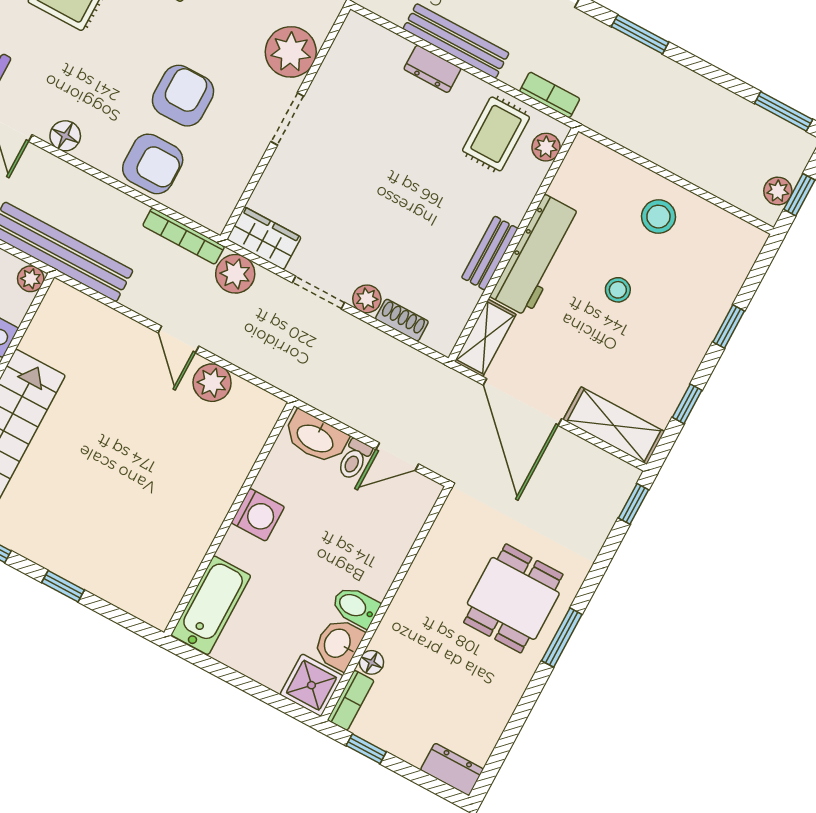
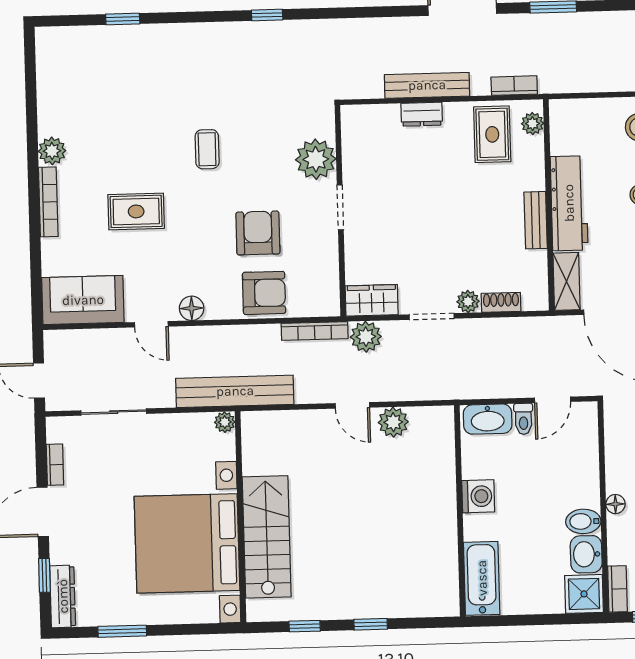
floor lamp: (371, 662) -> (615, 504), moved

